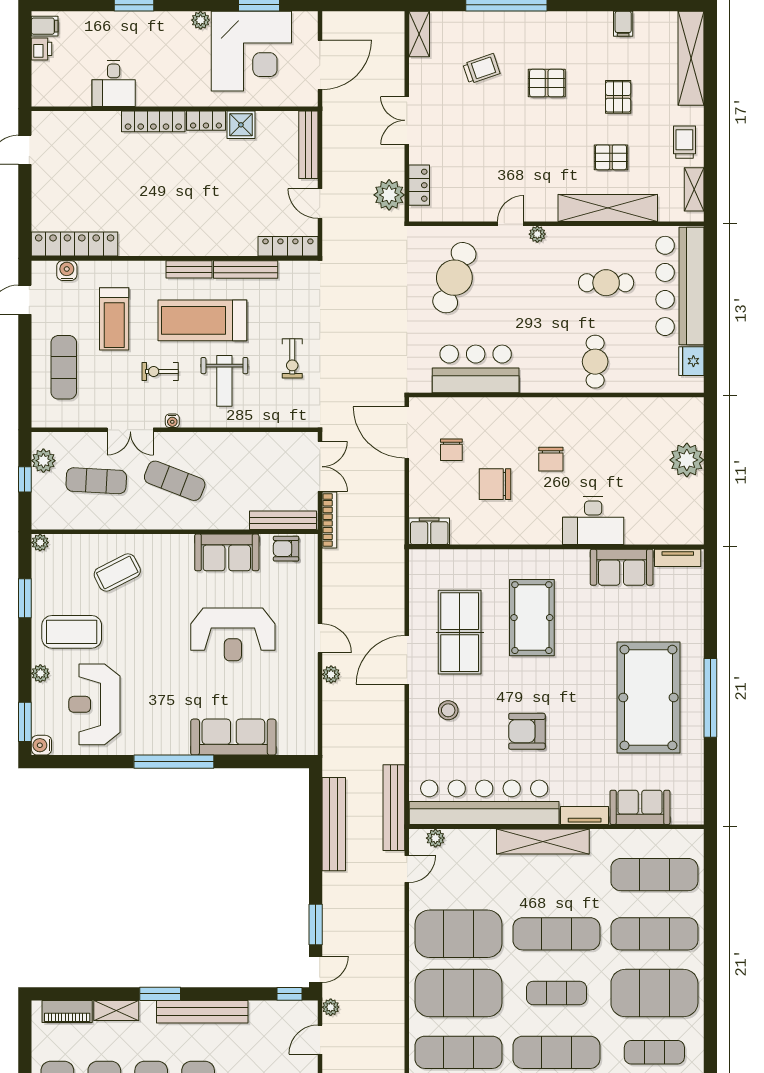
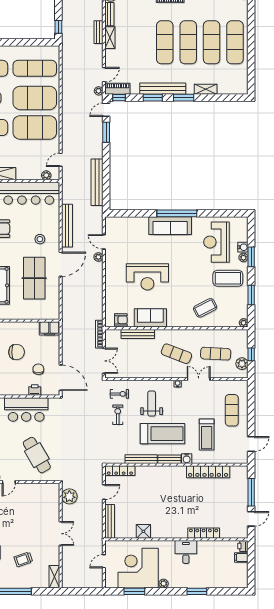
filing cabinet: (45, 26) -> (241, 557), moved
printer: (42, 49) -> (243, 546), moved
door: (320, 65) -> (104, 561), width x0.53
desk: (114, 83) -> (186, 552), moved
locker: (153, 121) -> (204, 533), moved
locker: (206, 121) -> (161, 533), removed
locker: (419, 185) -> (54, 501), removed
window: (25, 203) -> (251, 492), added
door: (320, 204) -> (104, 492), hinge flipped
locker: (75, 244) -> (208, 472), moved
water cooler: (67, 271) -> (187, 459), moved
cafe table: (454, 278) -> (37, 455), turned -51
treadmill: (114, 319) -> (207, 435), turned 180
exercise bike: (160, 371) -> (119, 394), moved
printer: (459, 408) -> (35, 390), added
double door: (320, 467) -> (104, 361), swing flipped
bench: (283, 520) -> (138, 334), moved
reception desk: (233, 634) -> (147, 277), turned 180
door: (320, 638) -> (104, 242), moved
reception desk: (94, 704) -> (216, 242), turned 180
window: (25, 722) -> (251, 257), moved
sofa: (233, 737) -> (170, 226), moved
water cooler: (41, 745) -> (243, 247), moved
bench: (394, 808) -> (67, 226), moved
window: (222, 994) -> (153, 98), added
piano: (67, 1011) -> (117, 89), moved

